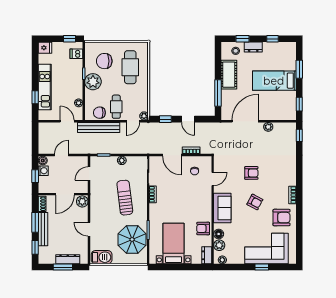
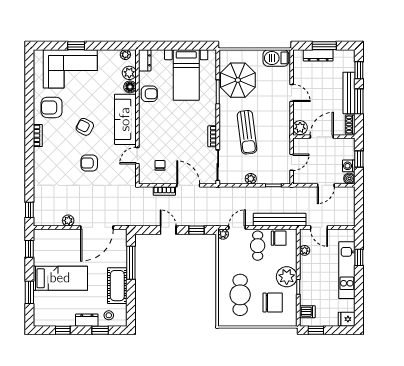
sofa: (222, 208) -> (125, 119), width x1.36

